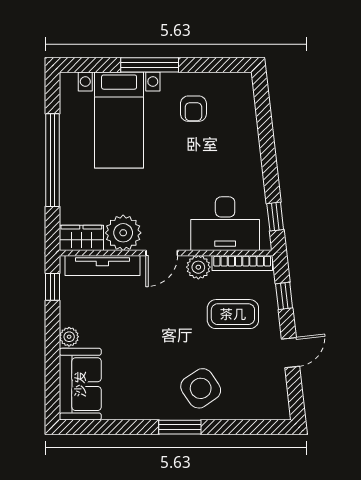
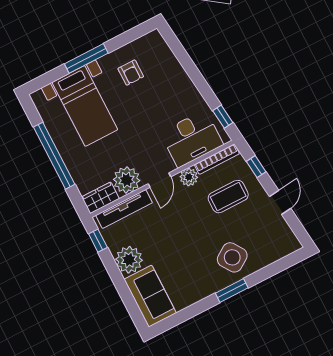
plant: (69, 337) -> (129, 260), width x1.87, depth x1.87

